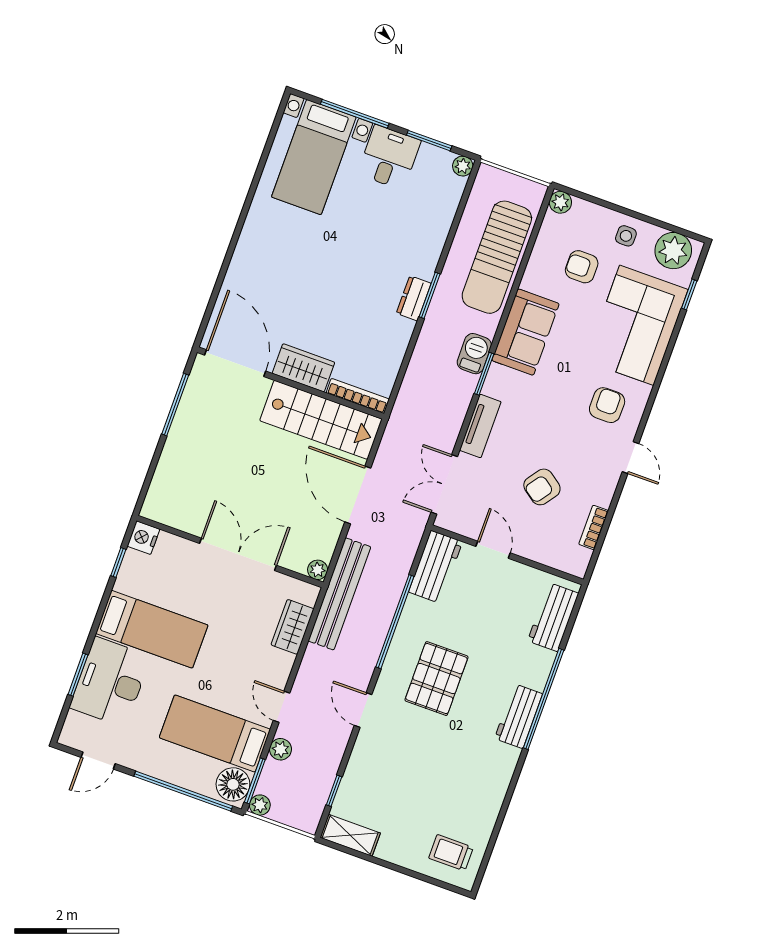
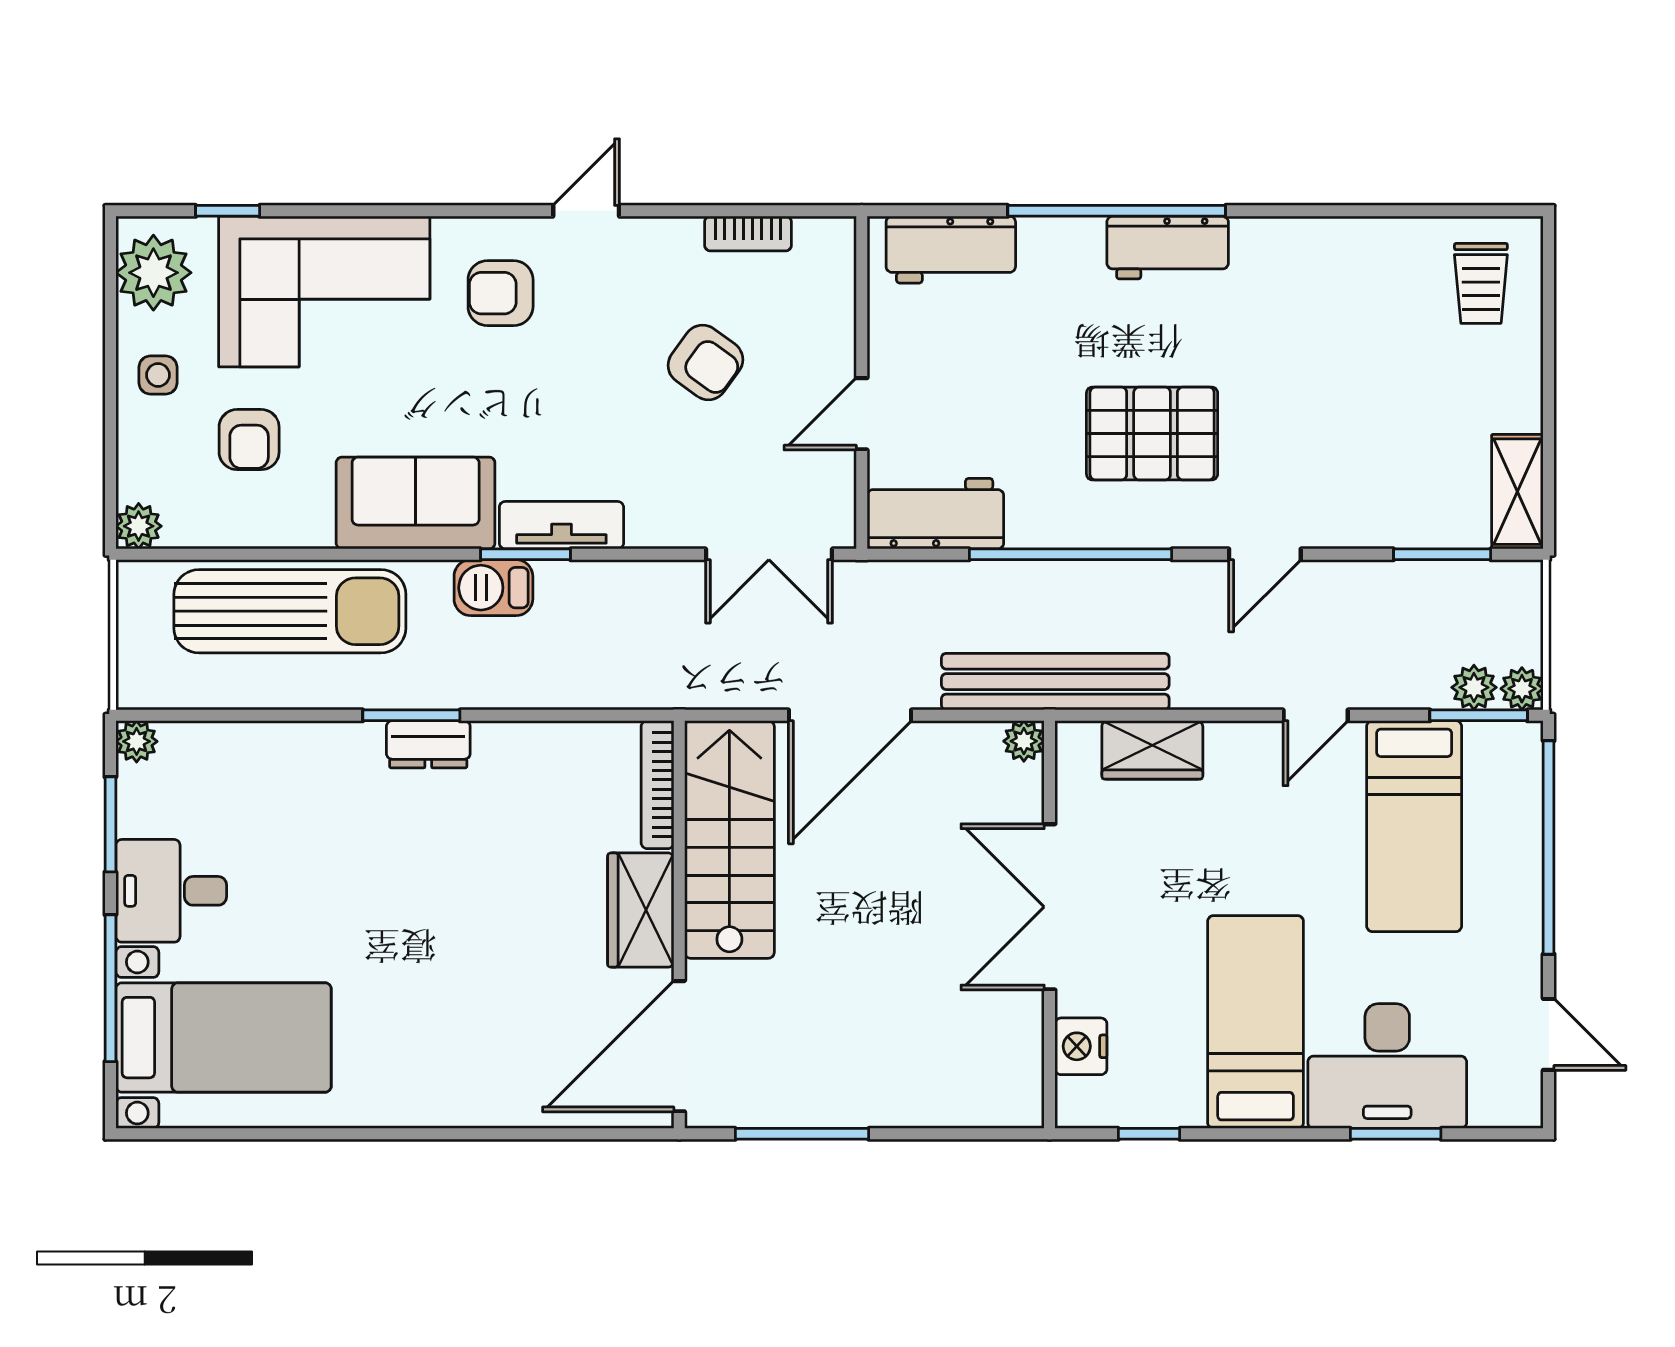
tv unit: (480, 426) -> (561, 525), moved
nightstand: (143, 538) -> (1081, 1046), moved, turned 90
plant: (281, 749) -> (1474, 687), moved
floor lamp: (233, 784) -> (1501, 755), removed
window: (334, 791) -> (1442, 554), width x1.50

